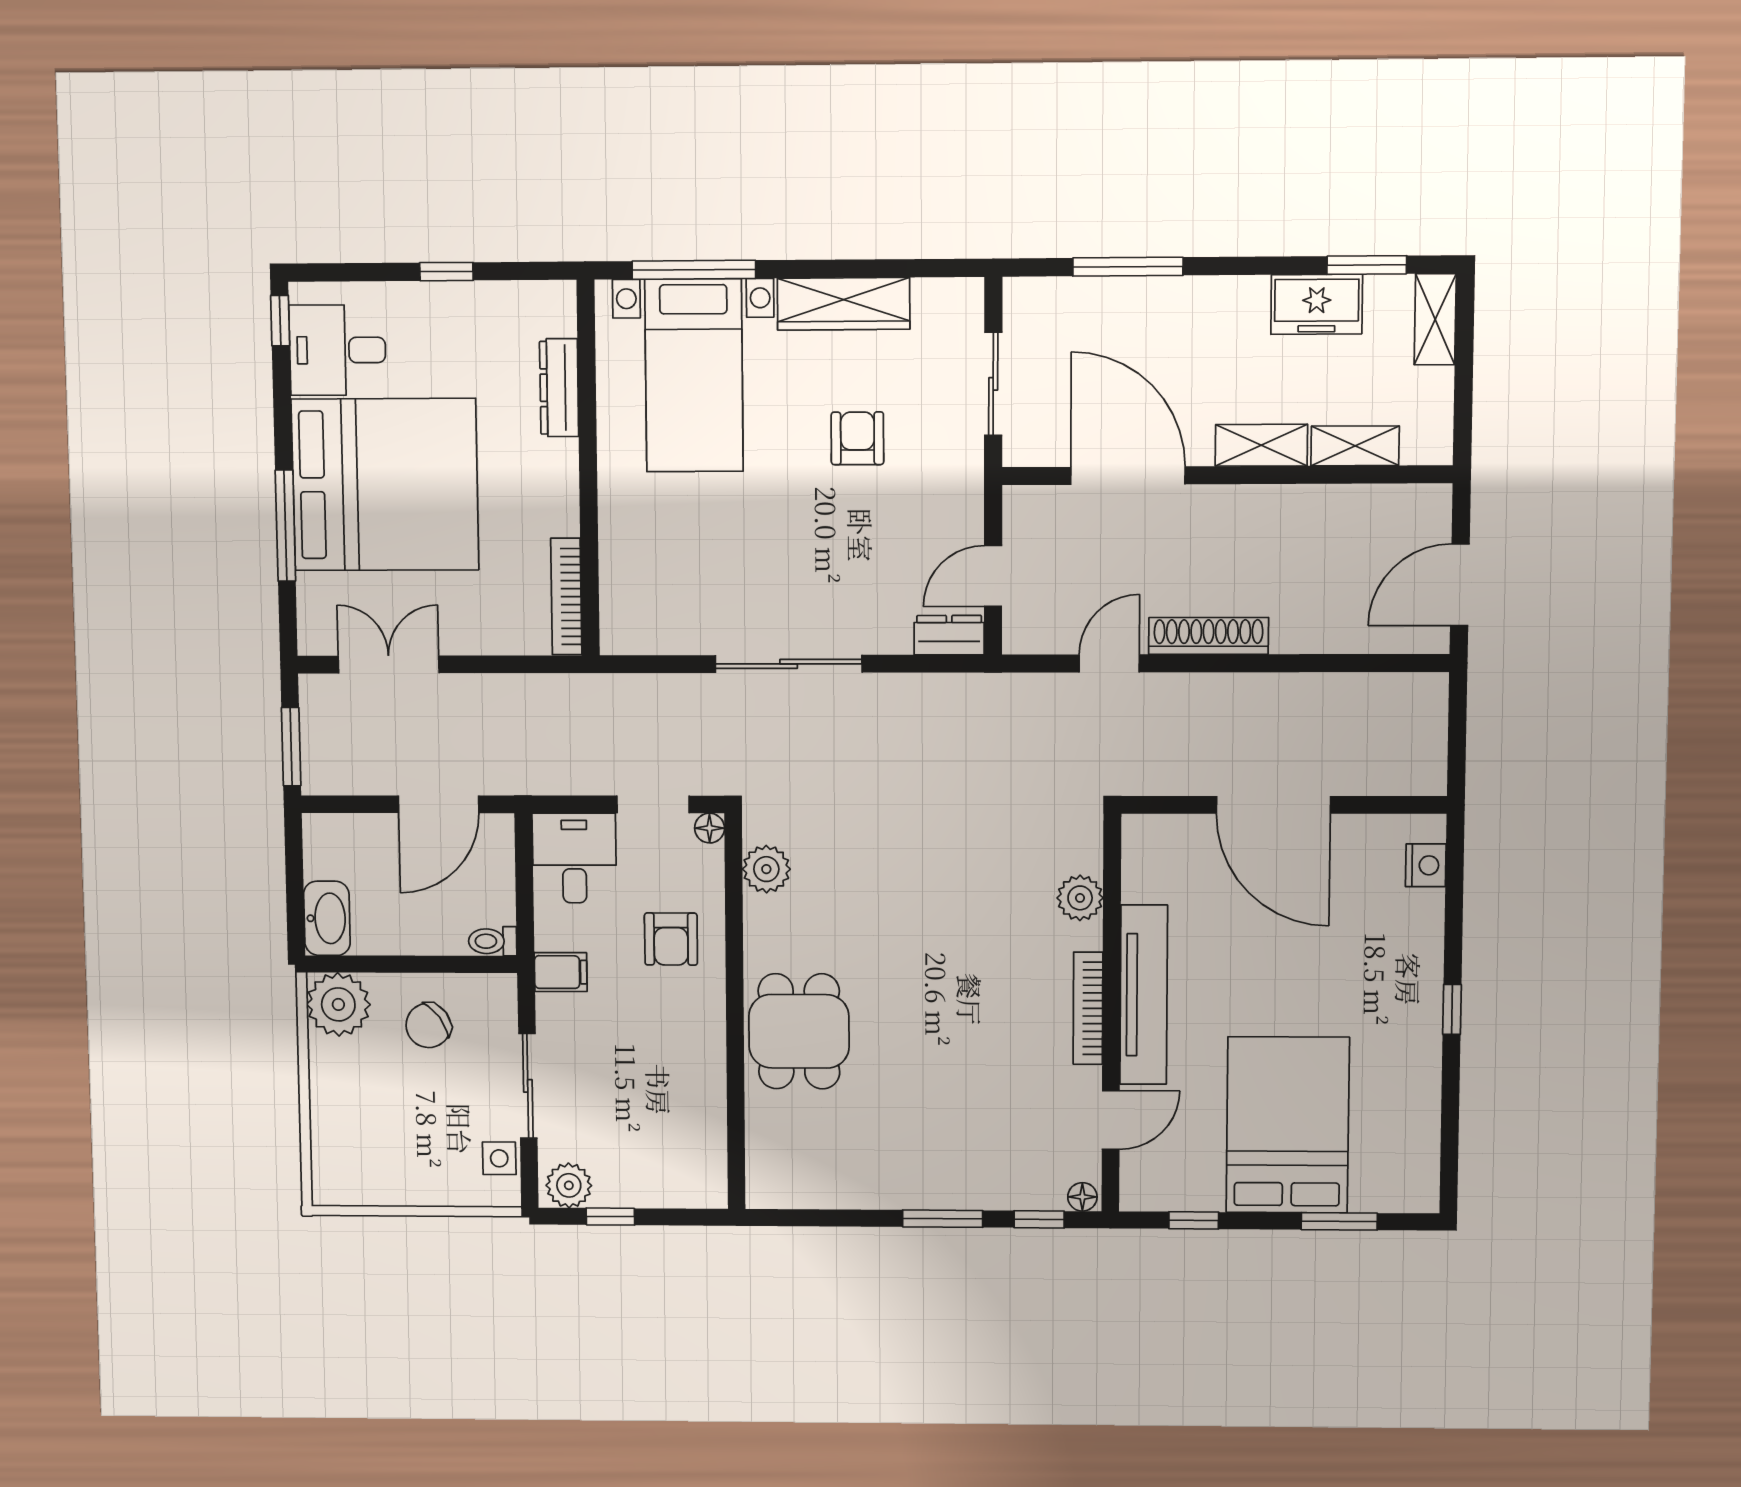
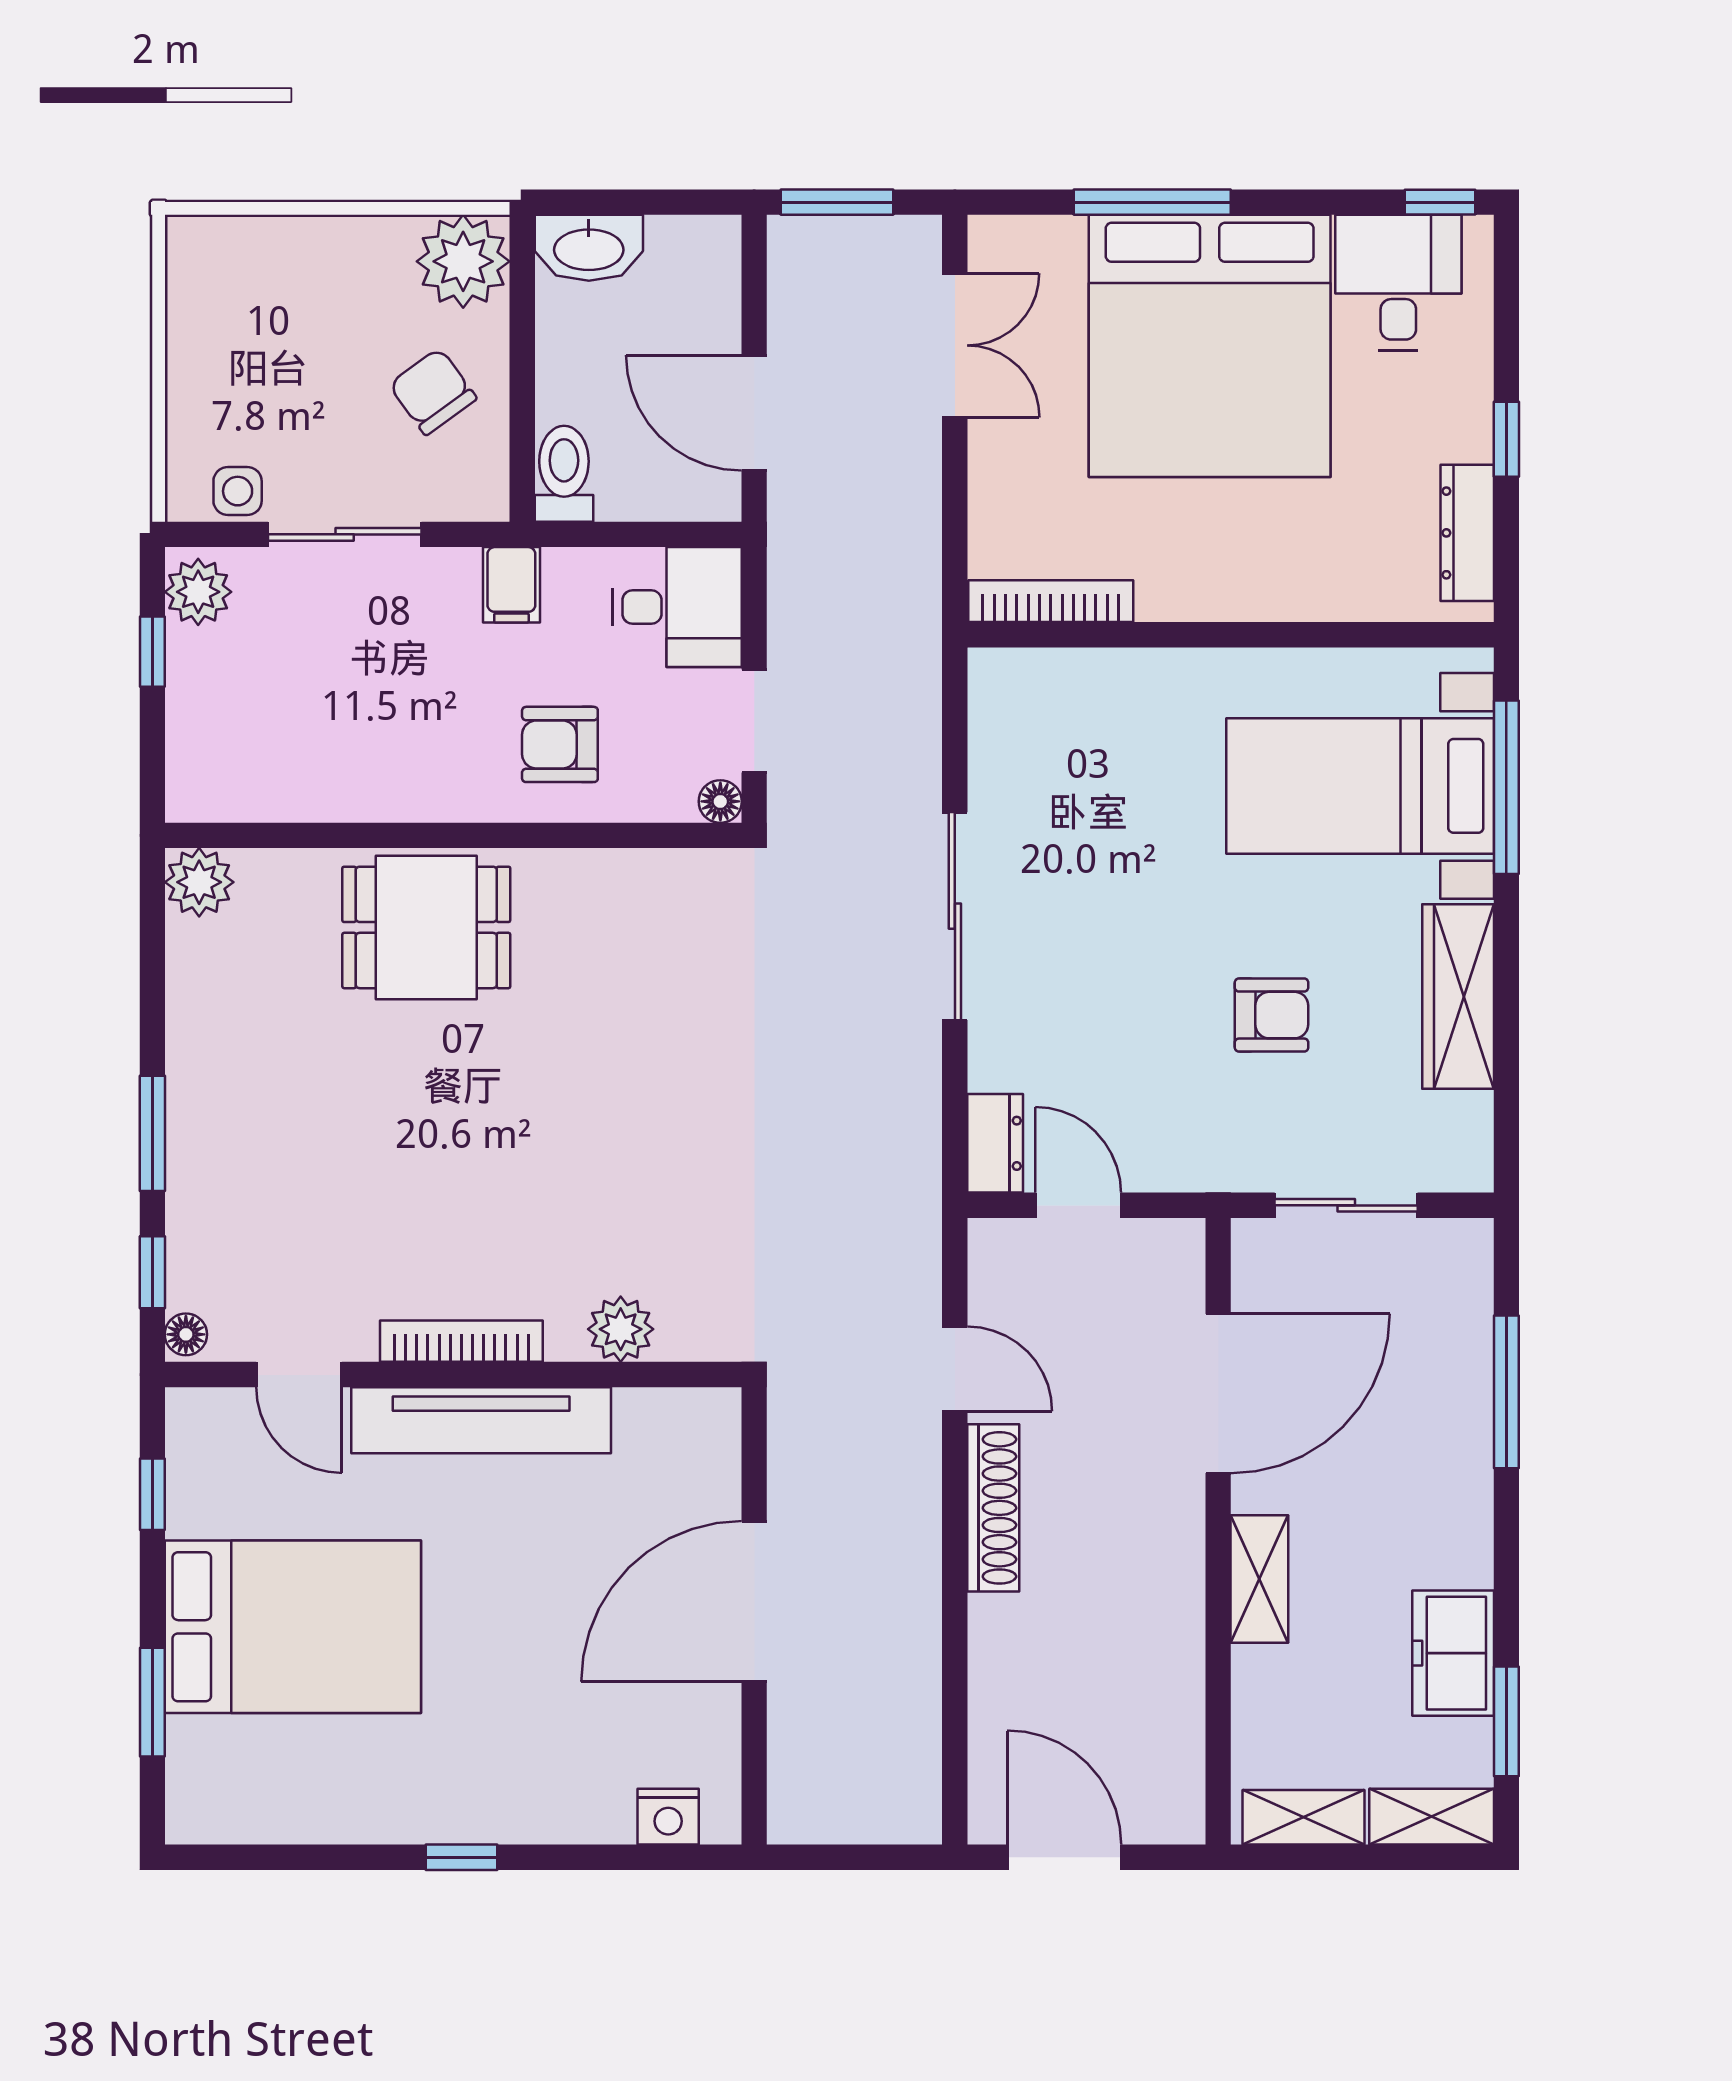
dresser: (559, 388) -> (1467, 533), moved, turned -90
shelving: (1355, 446) -> (1303, 1817), moved, turned 90
plant: (766, 869) -> (199, 882), moved
toilet: (493, 941) -> (564, 474), width x1.37, depth x1.39

